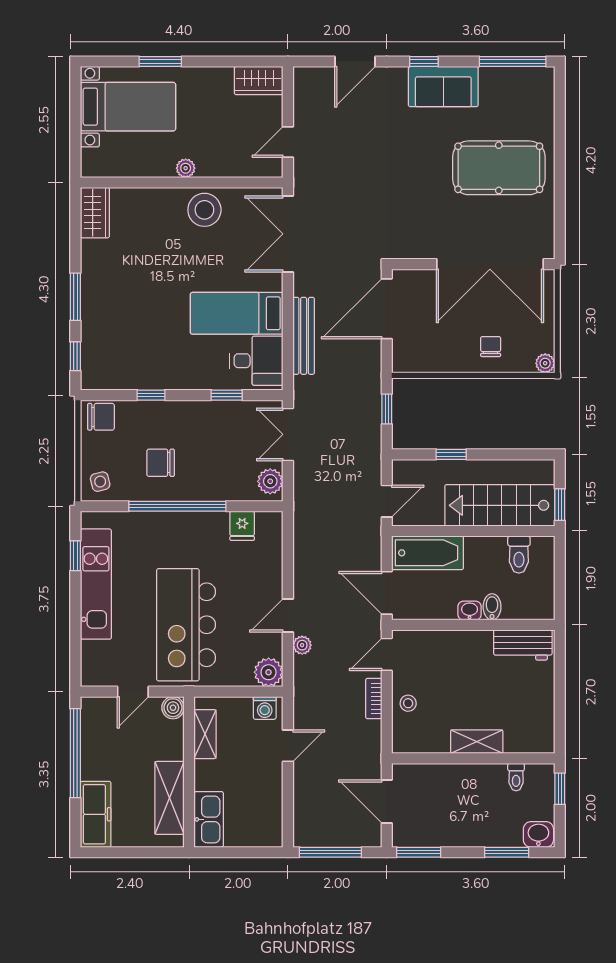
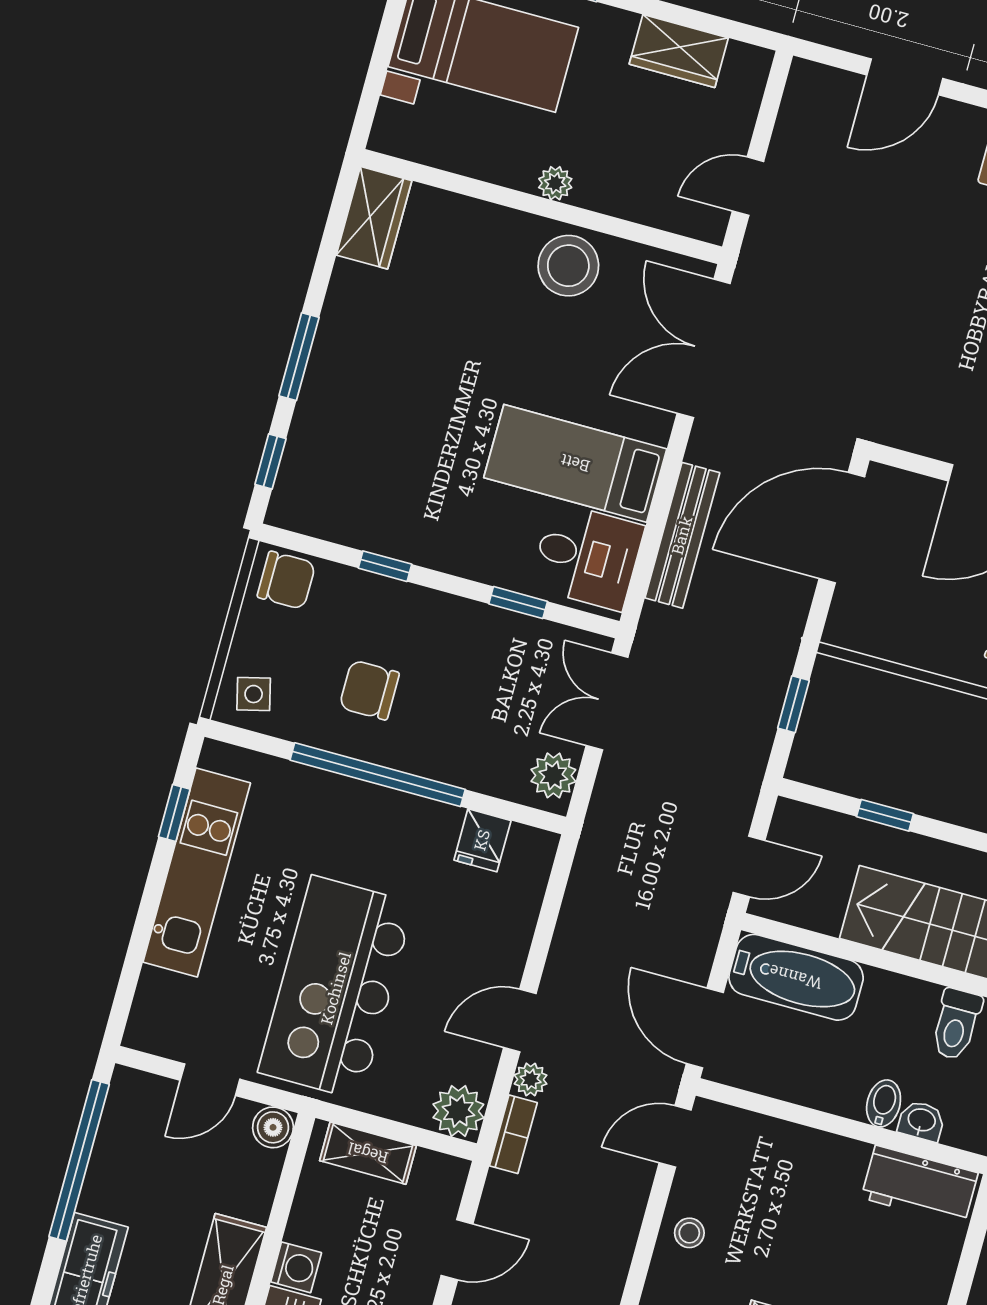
wardrobe: (259, 81) -> (679, 51), moved
washbasin: (470, 611) -> (921, 1121), moved
bookcase: (374, 698) -> (513, 1134), moved, turned 180
washing machine: (265, 708) -> (296, 1267), moved, turned -90
shelving: (205, 734) -> (368, 1153), moved, turned 90

